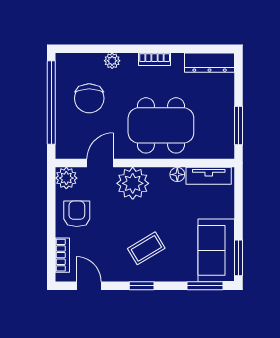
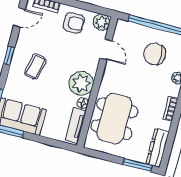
dining table: (161, 125) -> (114, 119), moved
window: (239, 125) -> (137, 165), moved
plant: (133, 183) -> (81, 83), moved
coffee table: (146, 248) -> (35, 66), turned 43

